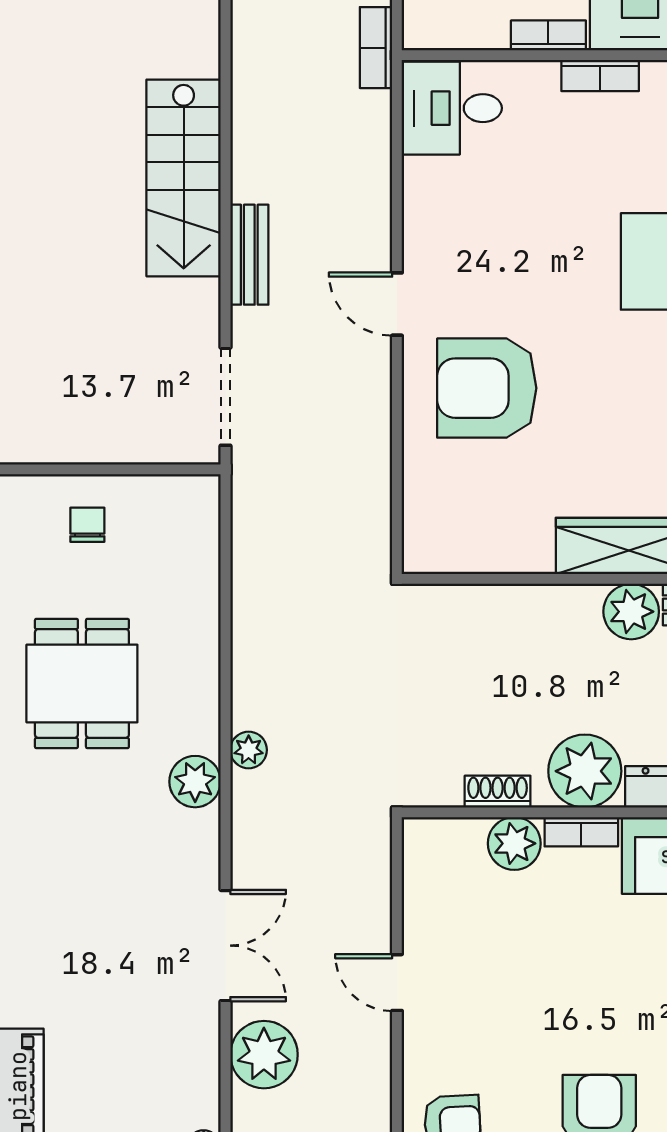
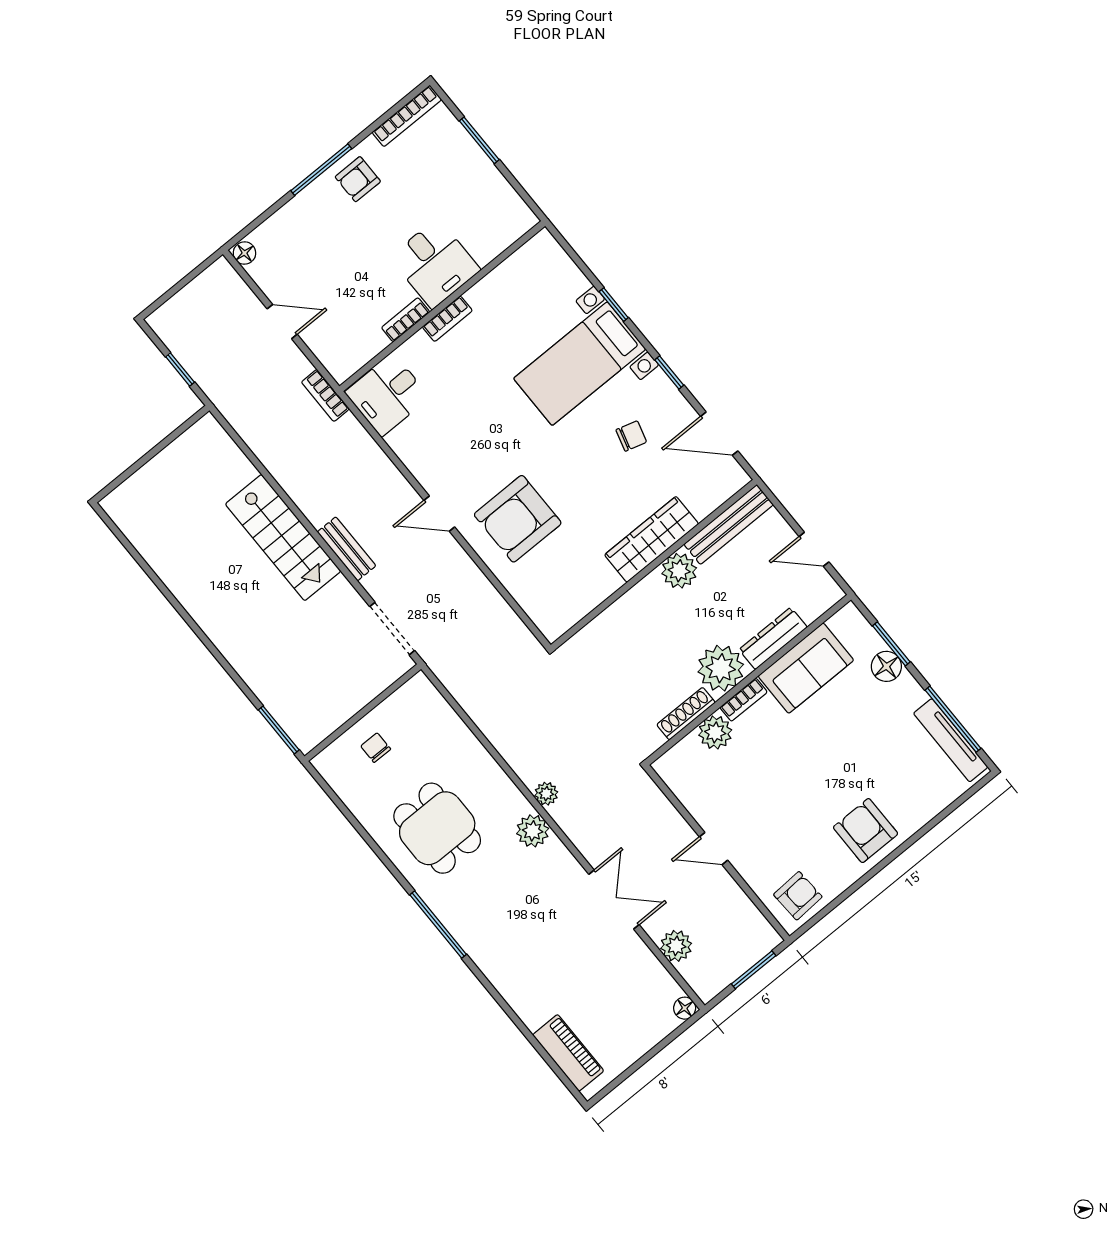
shoe rack: (498, 792) -> (686, 714), width x1.43
plant: (264, 1055) -> (676, 946), width x0.73, depth x0.73

